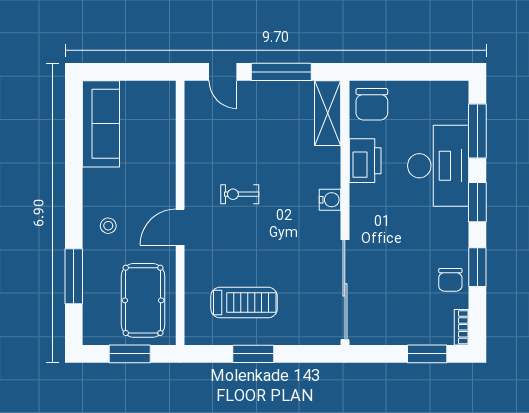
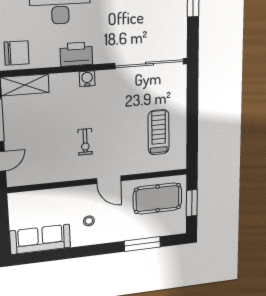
printer: (365, 161) -> (76, 54), moved
stool: (108, 226) -> (89, 221), moved
window: (253, 354) -> (192, 123), removed

